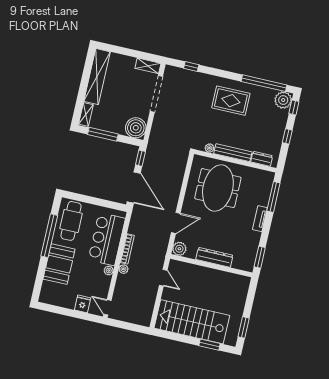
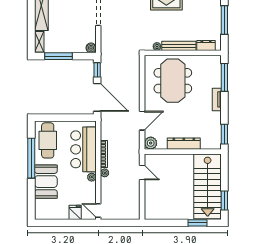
boiler: (136, 128) -> (91, 48), width x0.54, depth x0.54
window: (287, 136) -> (224, 20), width x2.17
stairs: (192, 322) -> (208, 186), moved, turned -90

